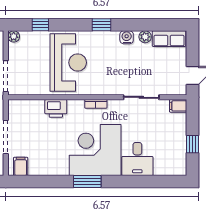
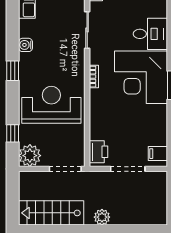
plant: (14, 36) -> (30, 156), width x1.88, depth x1.88
plant: (145, 37) -> (25, 26), removed
printer: (56, 108) -> (99, 152), moved

